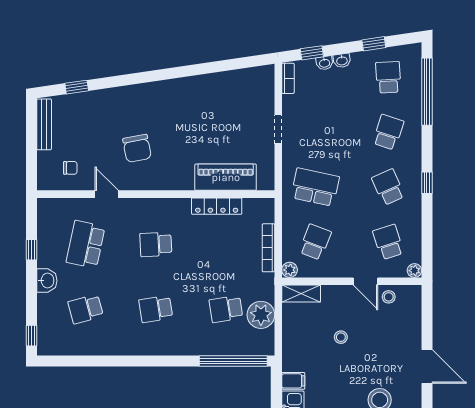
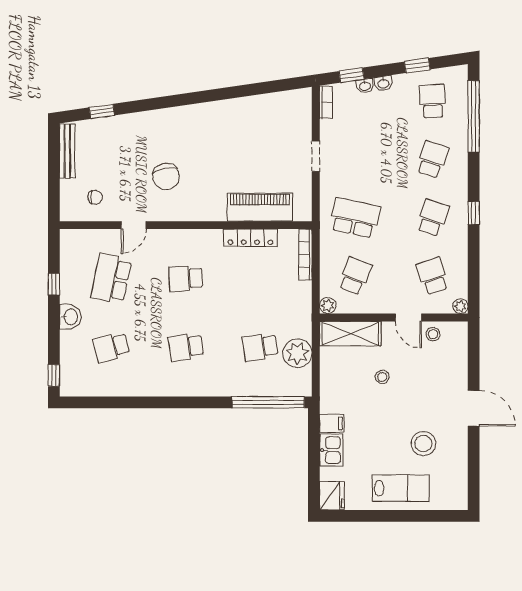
school desk: (388, 187) -> (433, 218), turned 42
door: (107, 194) -> (134, 225), swing flipped
bookcase: (268, 248) -> (305, 255), moved
shelving: (301, 293) -> (350, 334), width x1.50, depth x1.33

